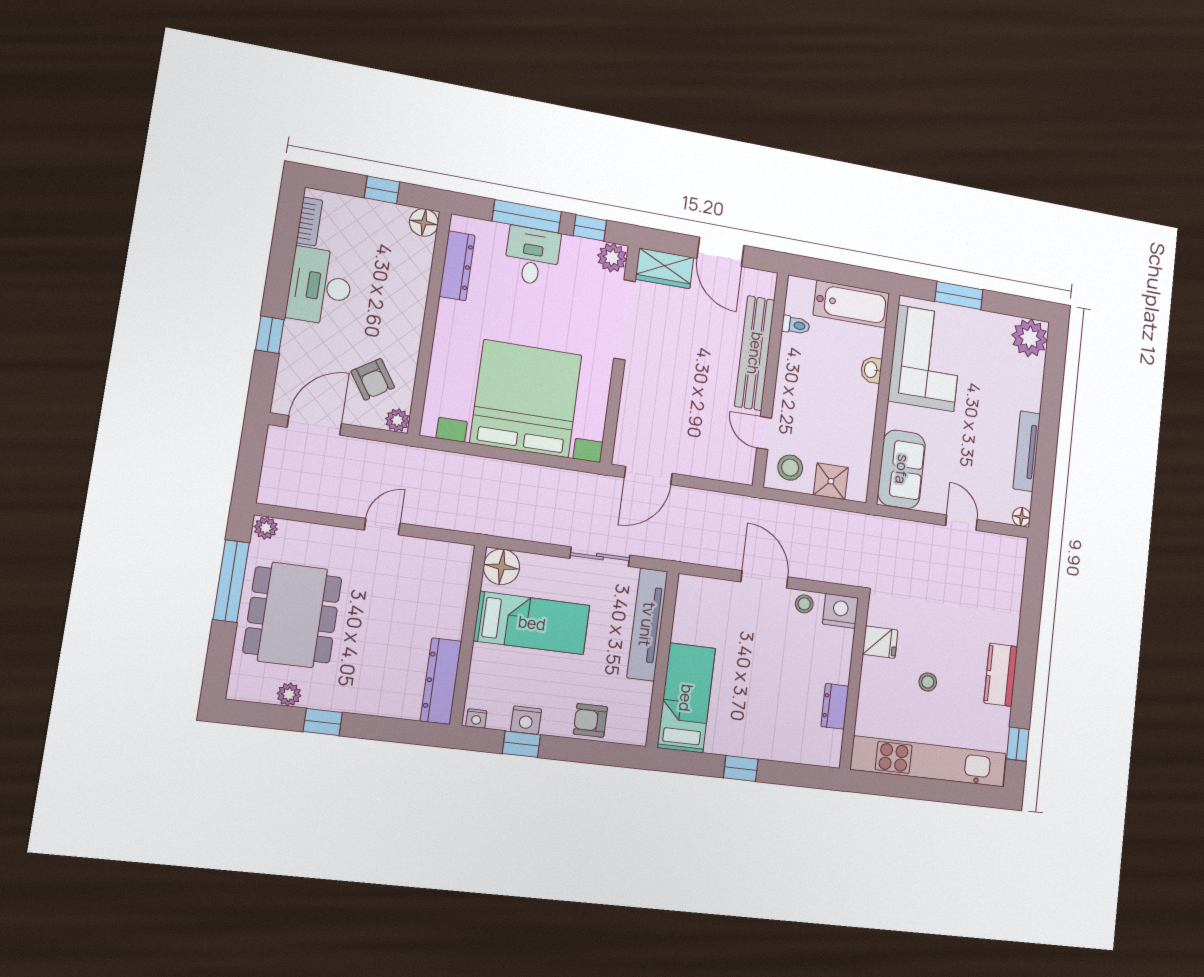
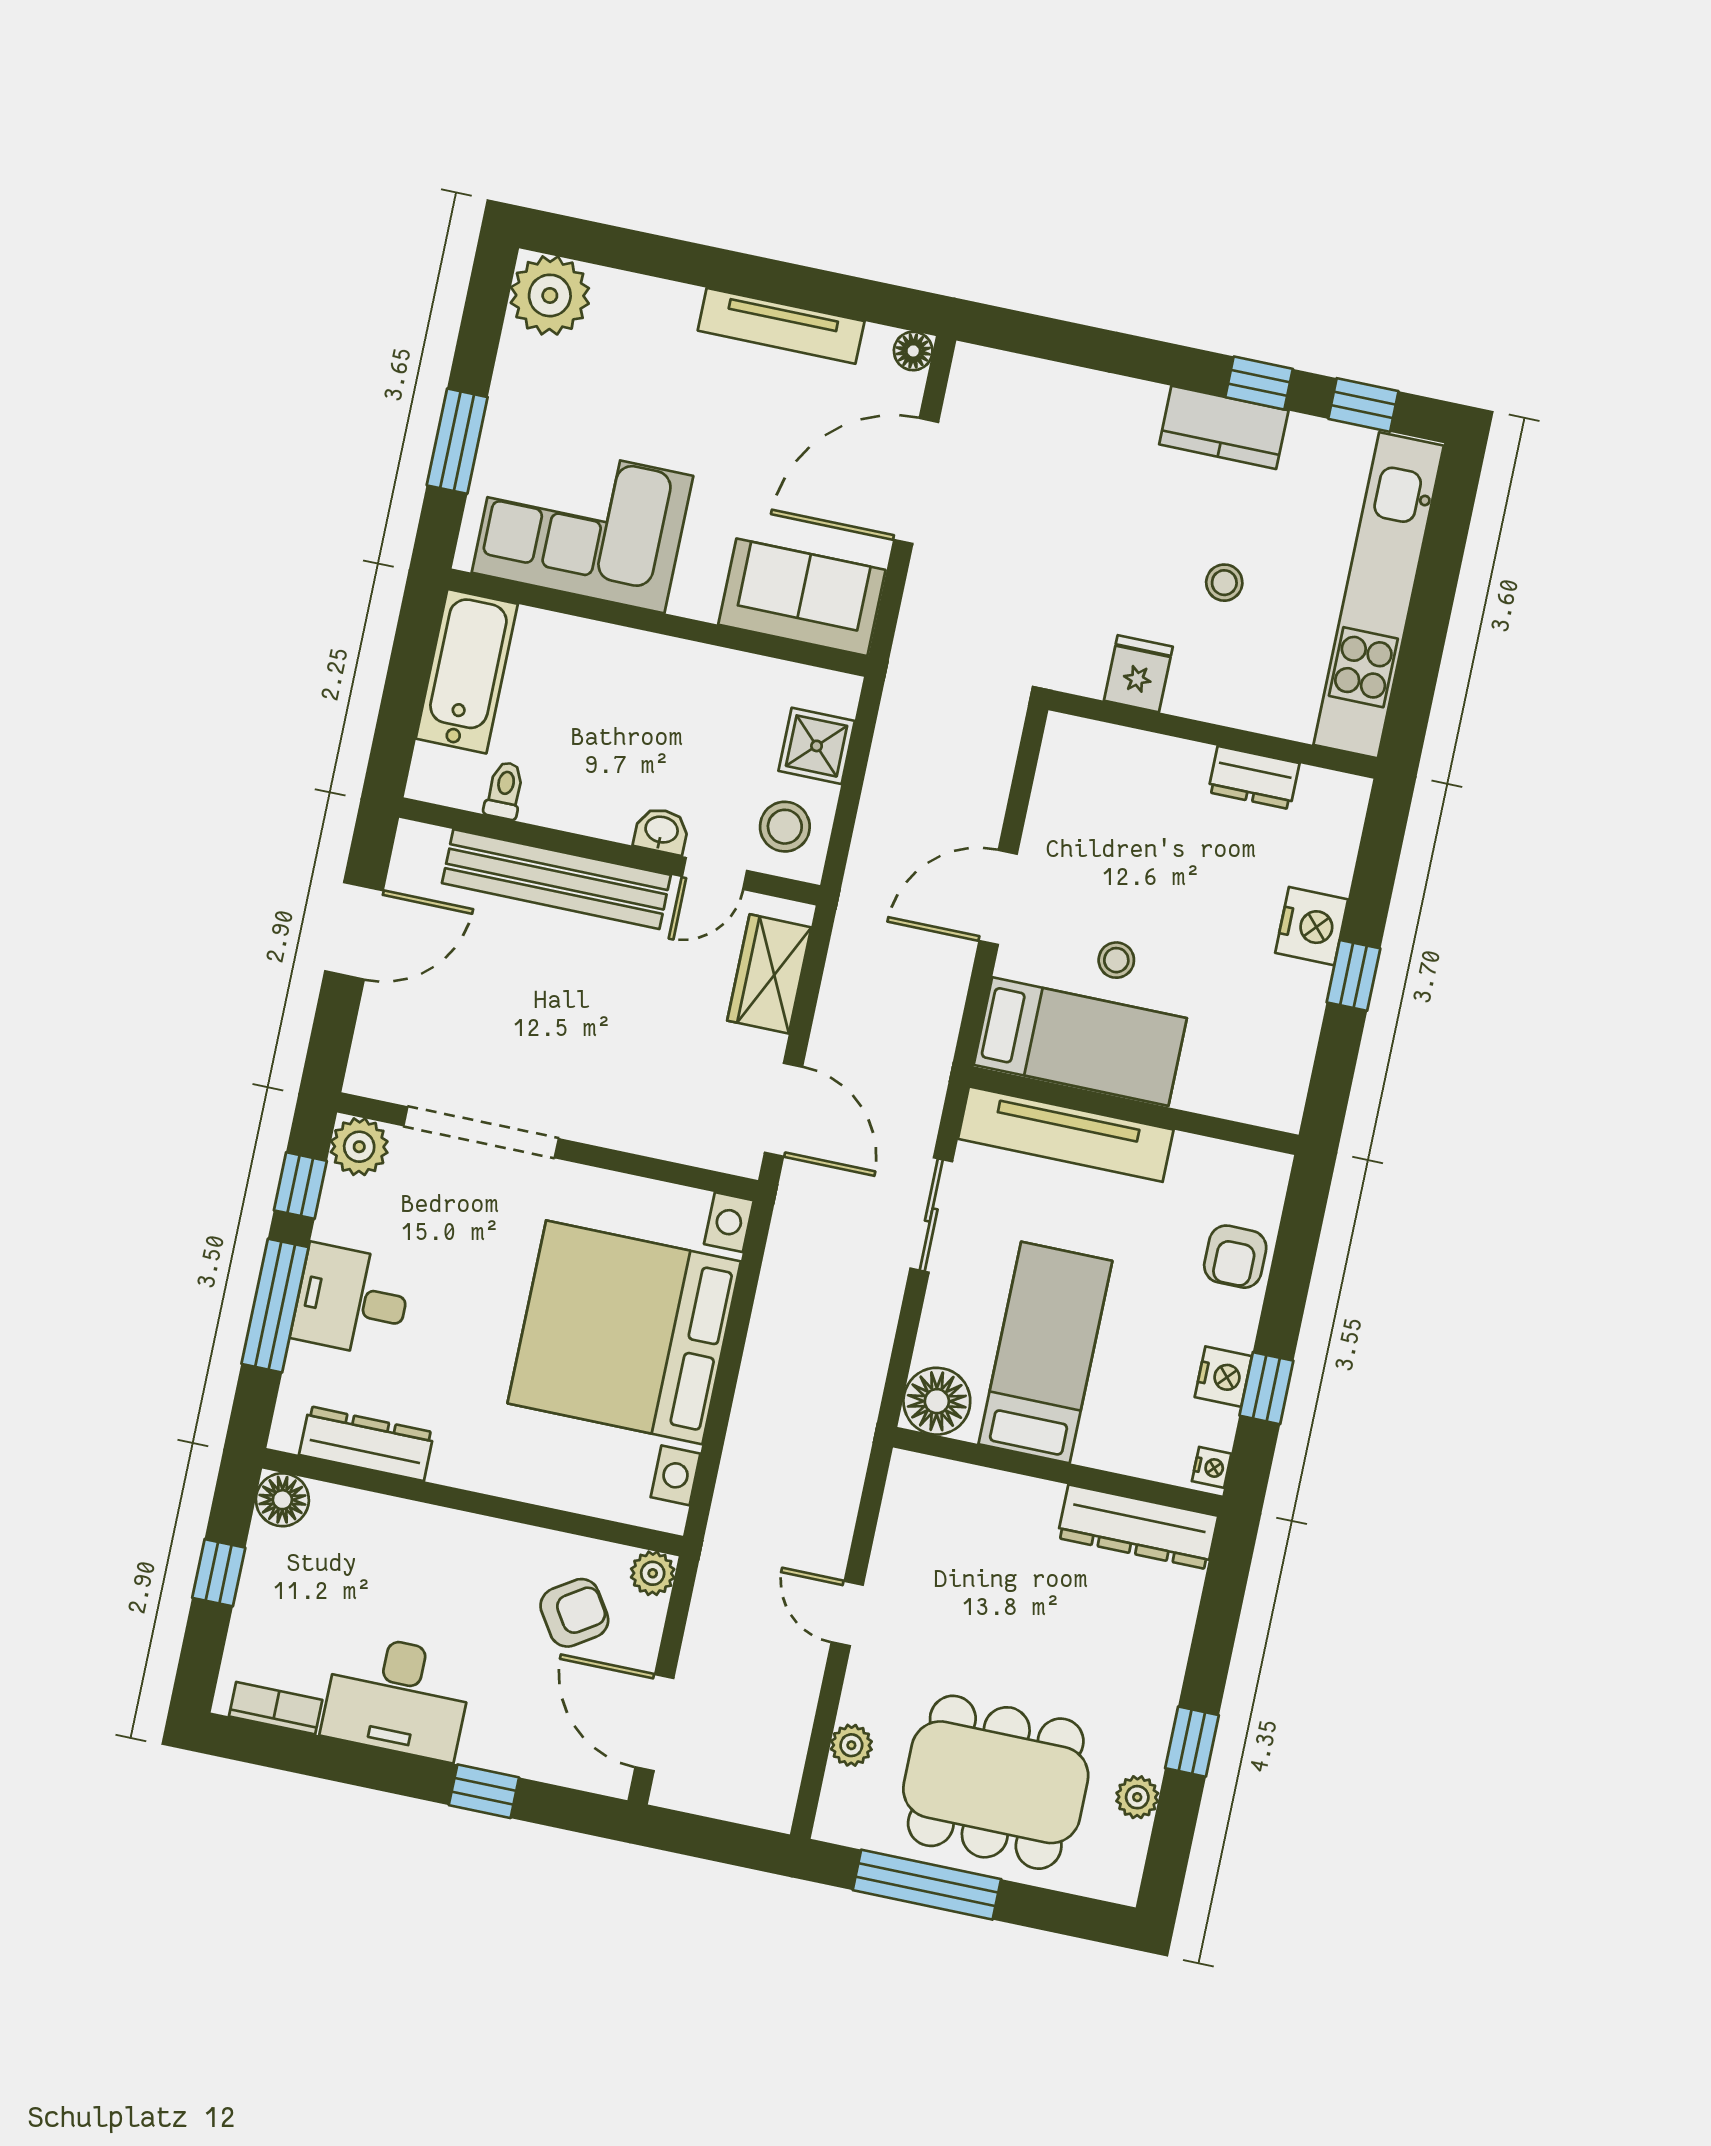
wardrobe: (665, 268) -> (769, 974), moved, turned 180
washbasin: (871, 370) -> (661, 831), moved, turned 180
door: (961, 523) -> (916, 481), width x1.88
plant: (266, 528) -> (851, 1745), moved
stool: (804, 604) -> (1116, 960), moved
nightstand: (840, 611) -> (1312, 926), moved, turned 180
window: (1023, 690) -> (1259, 383), added
bed: (686, 698) -> (1080, 1041), moved, turned 180

